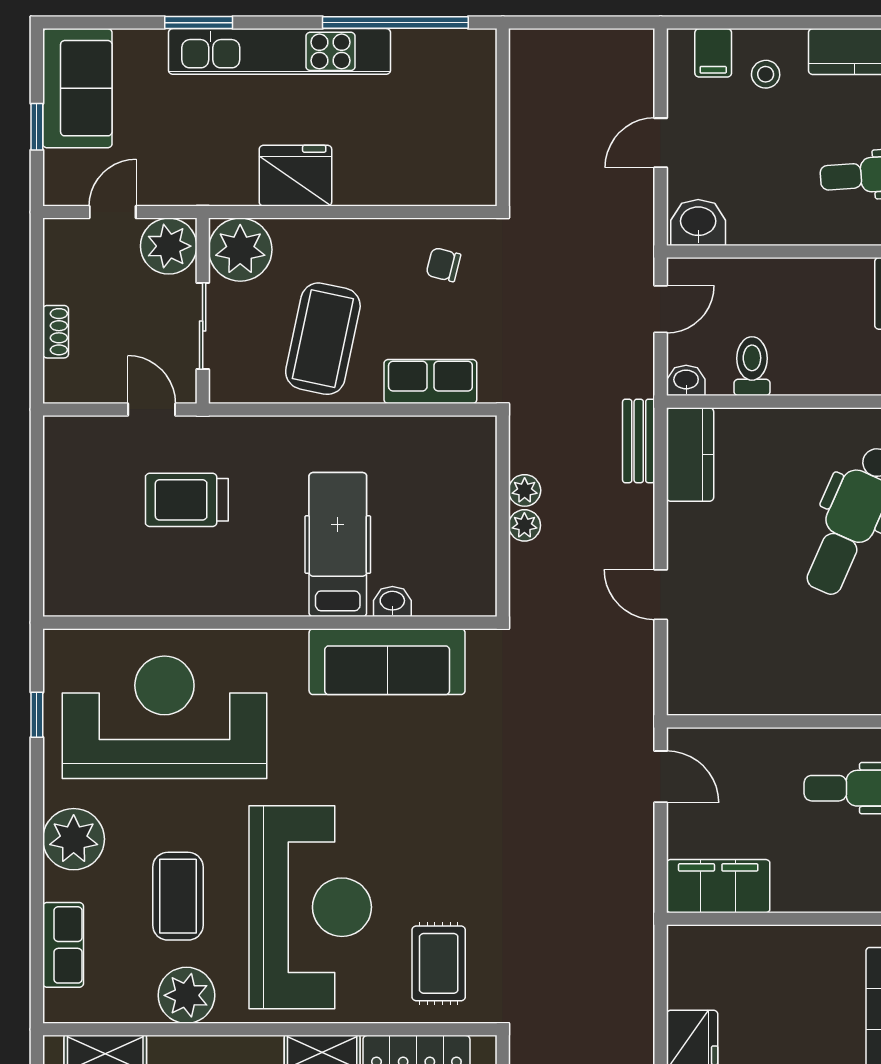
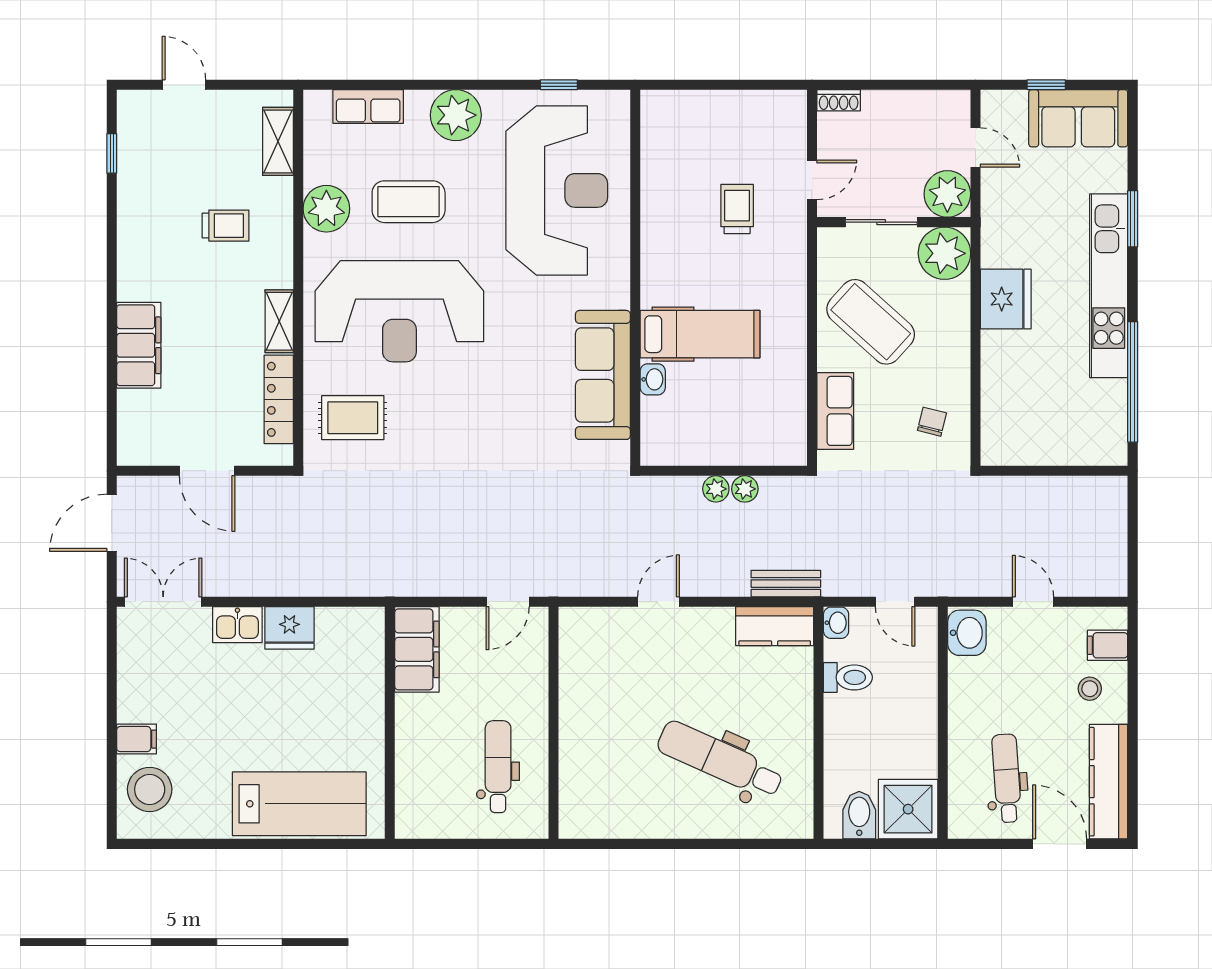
shoe rack: (56, 332) -> (839, 100), moved
coffee table: (323, 339) -> (871, 322), turned 30
trolley: (187, 500) -> (737, 209), width x0.73, depth x0.72

